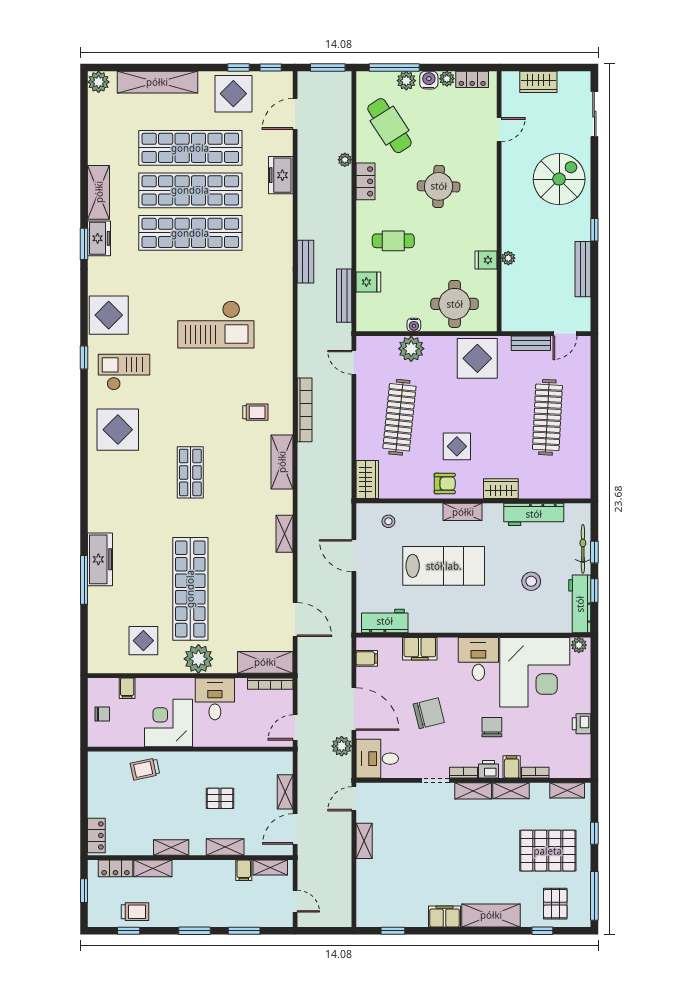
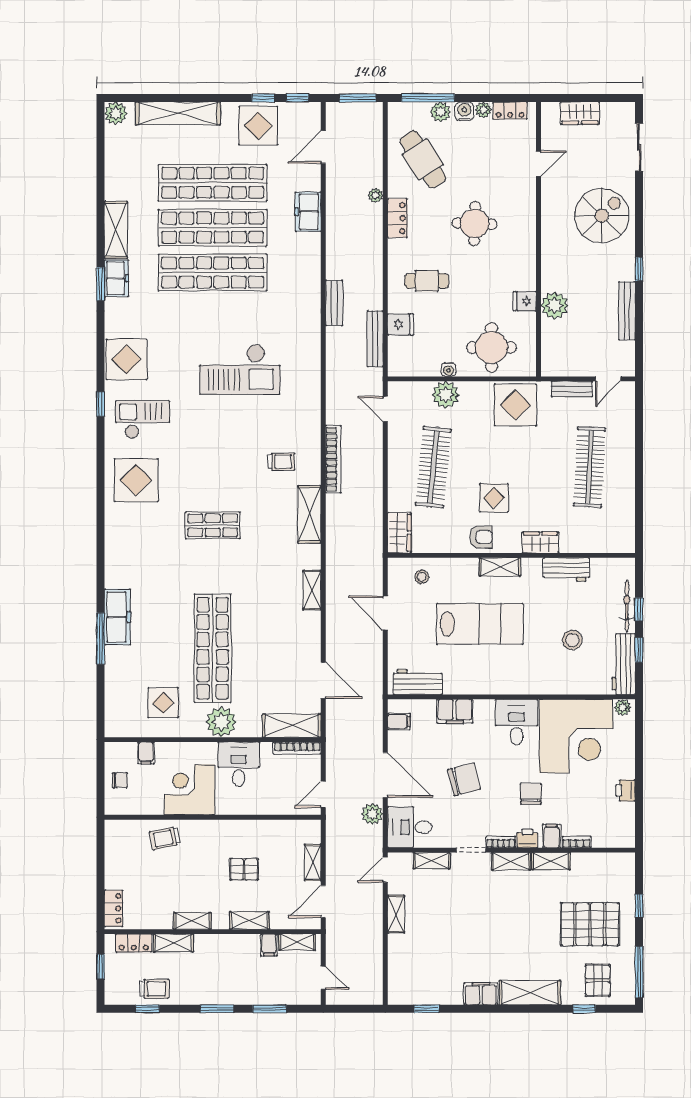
plant: (508, 258) -> (554, 306), width x1.88, depth x1.88
shop shelf: (190, 472) -> (213, 525), turned 90
workbench: (534, 514) -> (566, 570), width x0.73
shelving: (567, 790) -> (432, 861), moved

